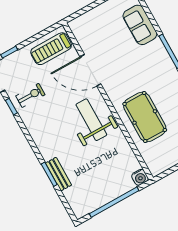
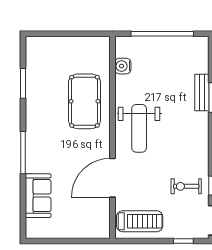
door: (91, 70) -> (112, 178), swing flipped
water cooler: (140, 177) -> (123, 66), moved, turned -90

